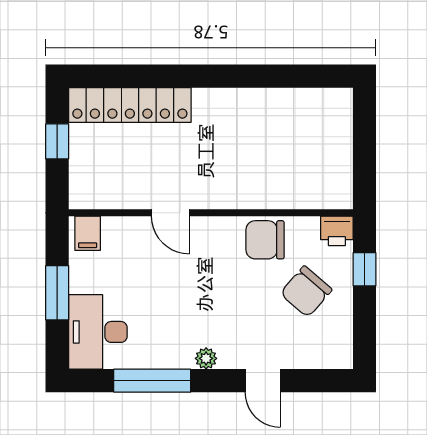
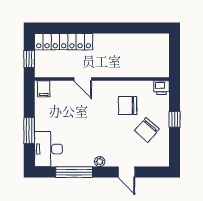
door: (170, 213) -> (83, 79), moved
wall: (211, 213) -> (102, 79), moved
printer: (337, 231) -> (161, 88), moved
filing cabinet: (88, 233) -> (44, 89), moved

